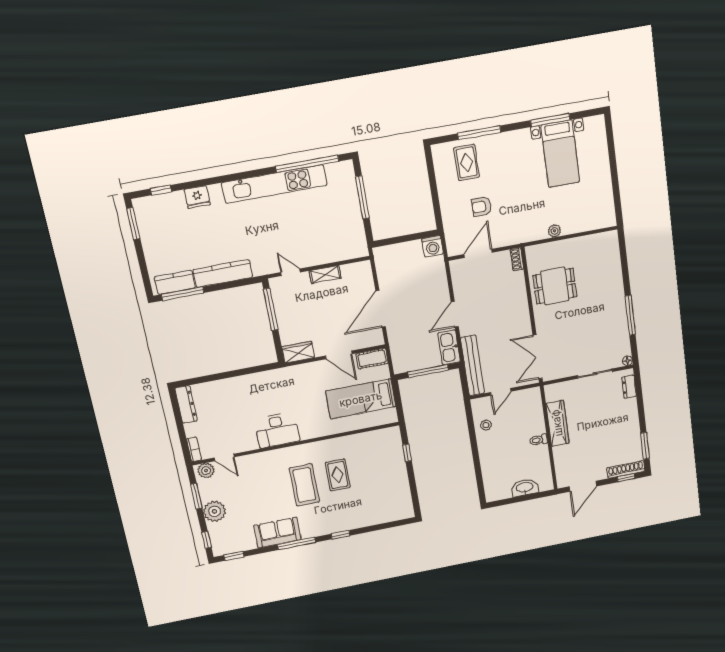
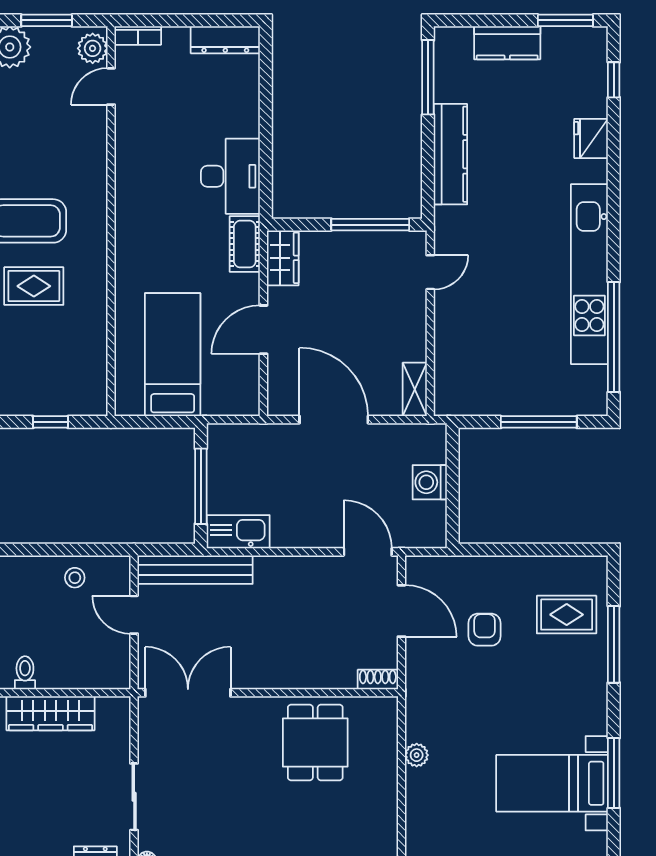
washing machine: (433, 246) -> (430, 482), moved
shelving: (325, 275) -> (415, 389), moved
kitchen counter: (175, 282) -> (507, 43), moved, turned 90
door: (455, 314) -> (368, 552), moved
cot: (372, 358) -> (245, 244), moved
desk: (277, 430) -> (230, 176), moved, turned 180

